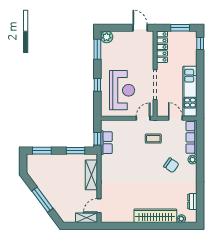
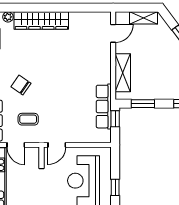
coffee table: (153, 139) -> (28, 119), moved
row of seats: (106, 143) -> (104, 107), width x1.48
shelving: (86, 218) -> (143, 18), moved

